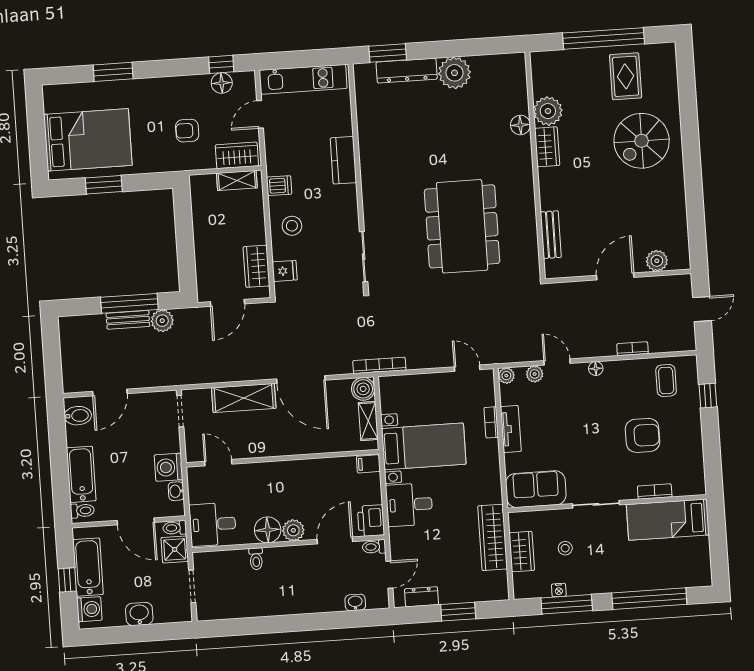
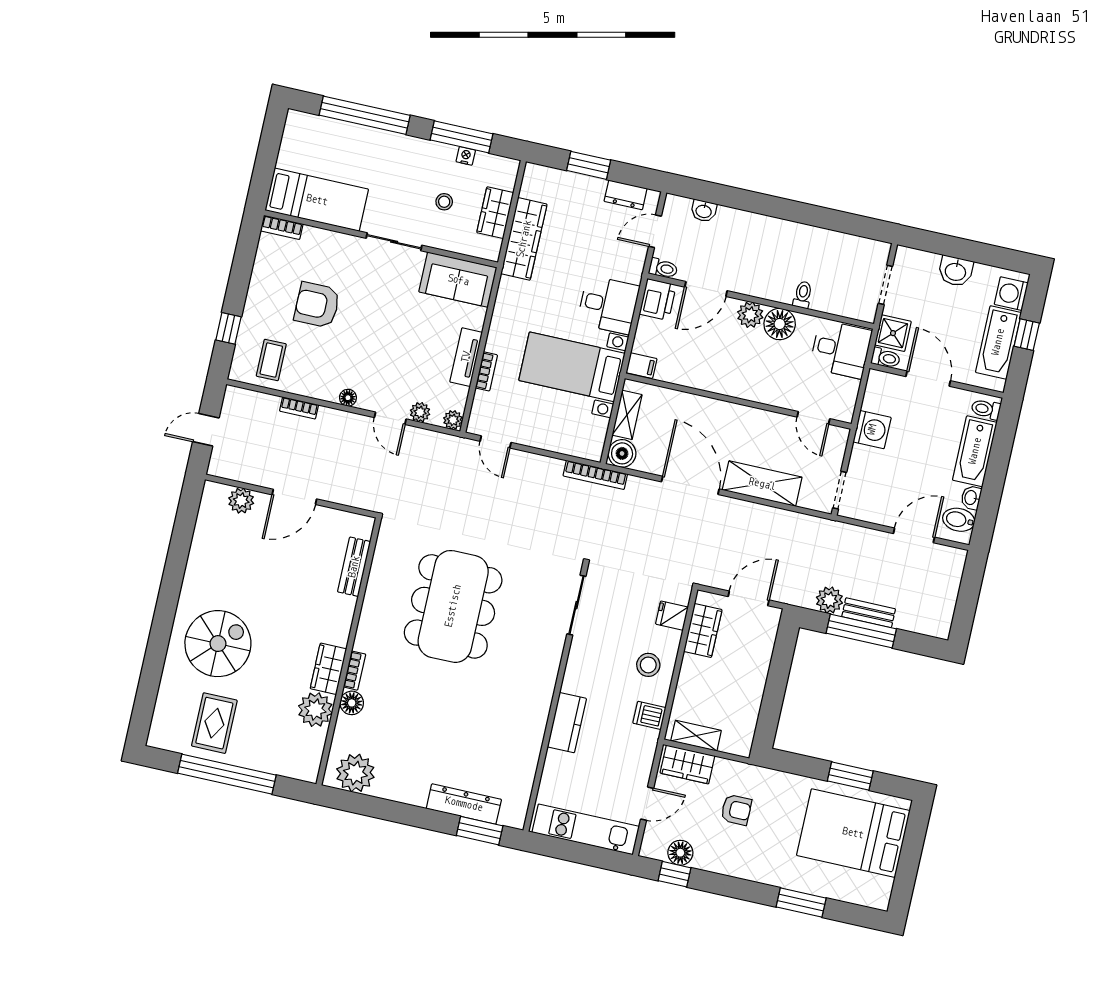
plant: (454, 73) -> (355, 773), moved
bookcase: (526, 152) -> (354, 671), added
washbasin: (176, 491) -> (971, 498), moved, turned 180
bookcase: (655, 491) -> (282, 227), moved

